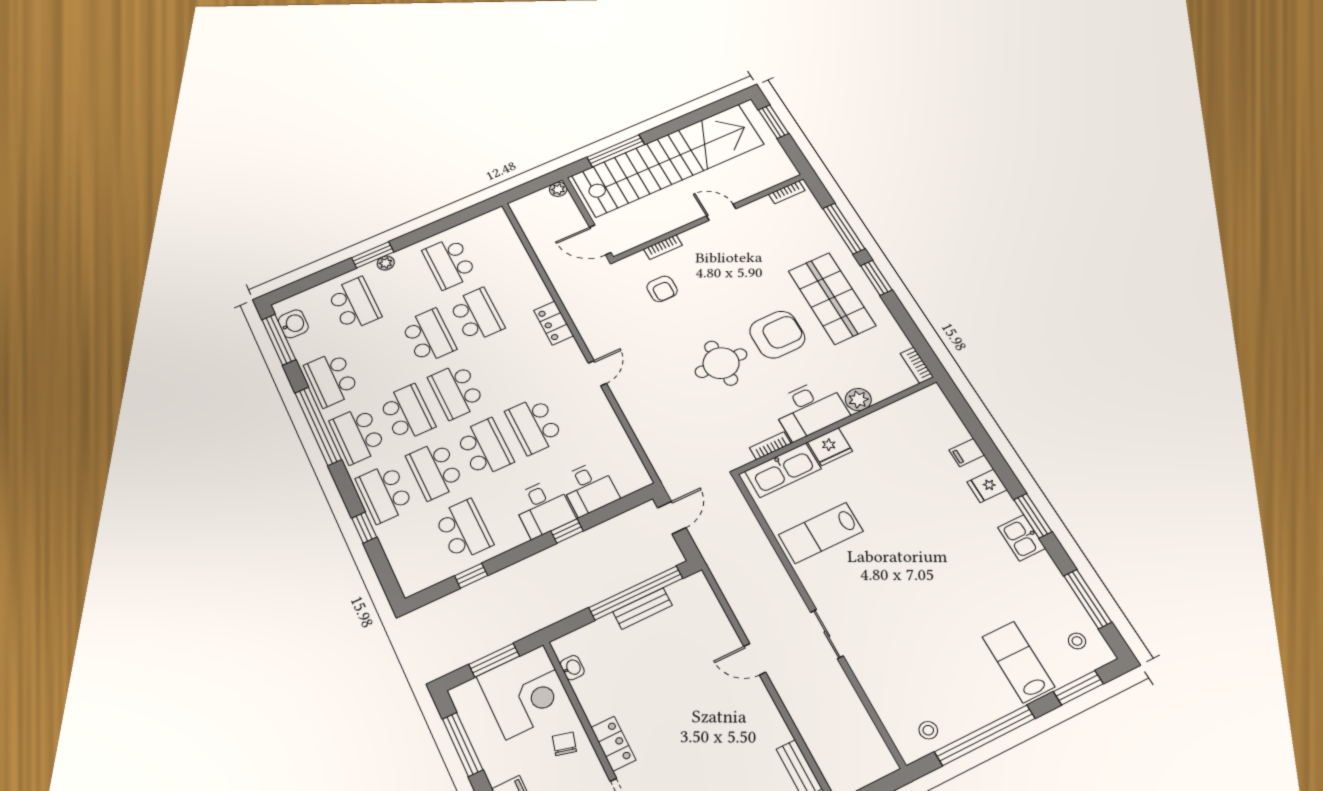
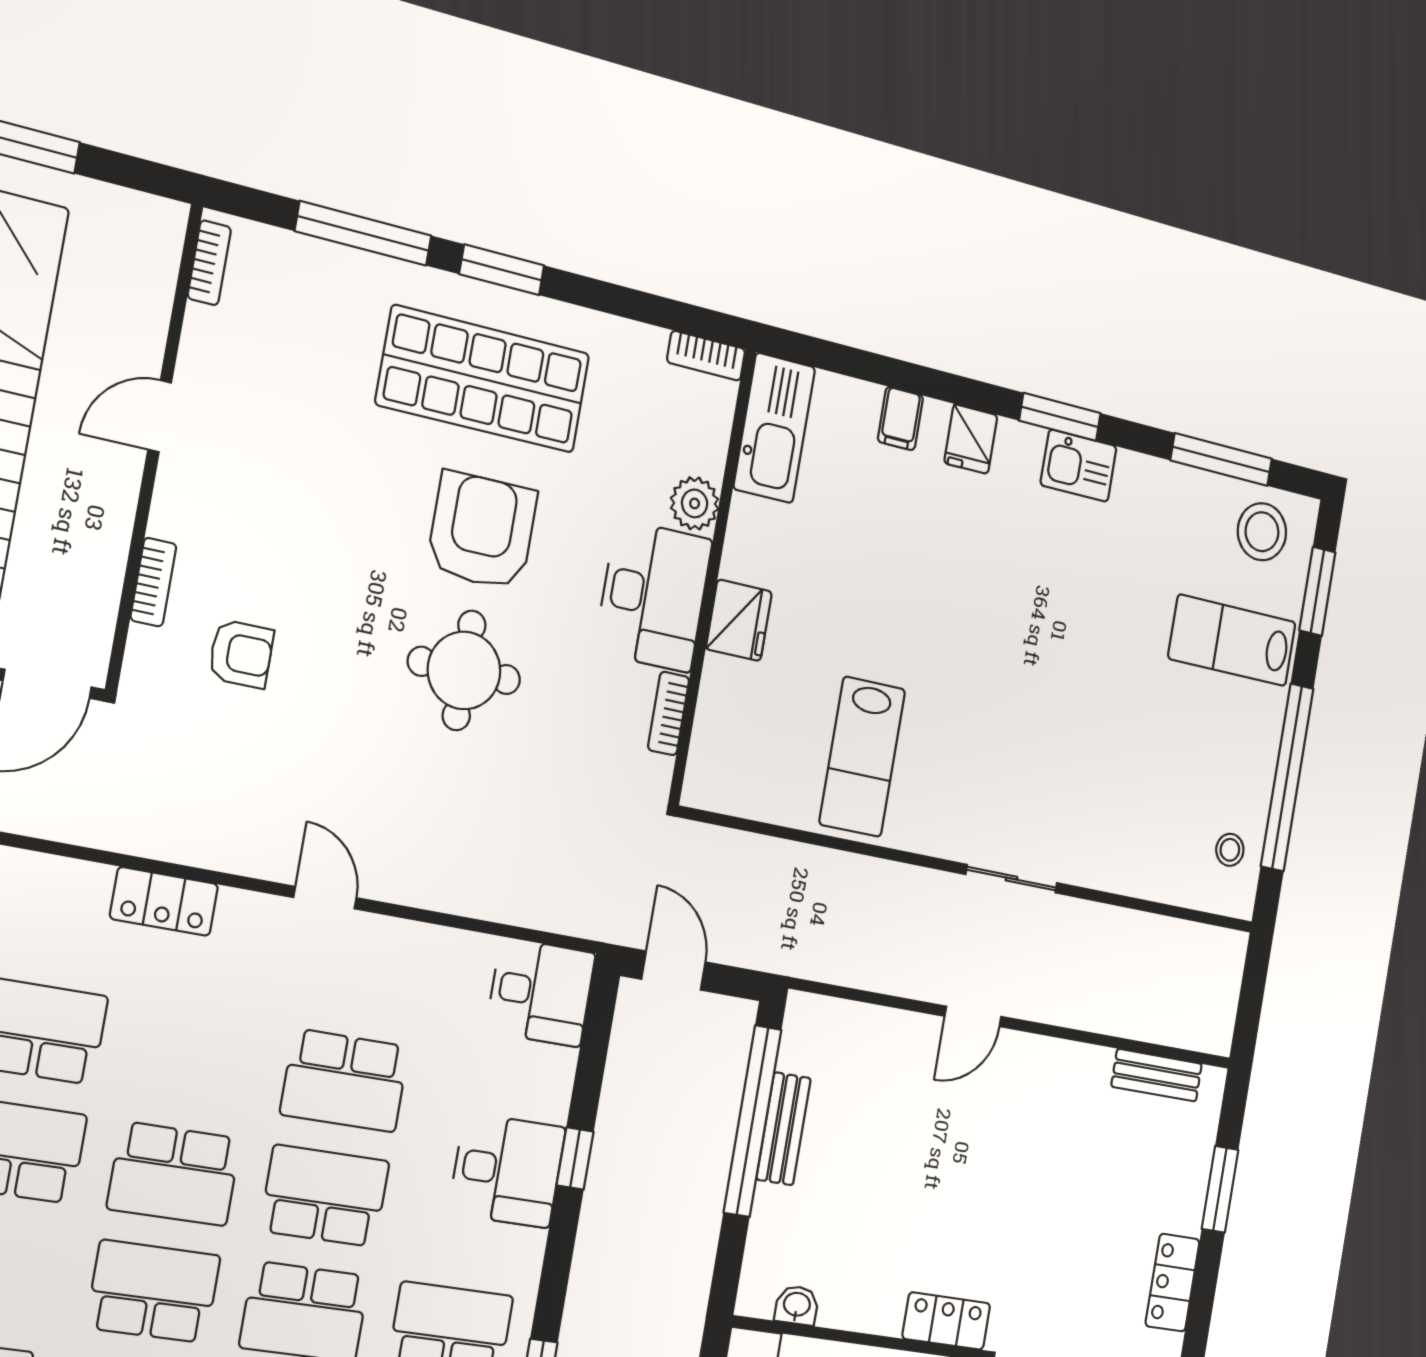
kitchen sink: (783, 470) -> (774, 428), moved
desk: (589, 488) -> (541, 992), moved
stool: (1077, 641) -> (1262, 532), width x1.89, depth x1.89

